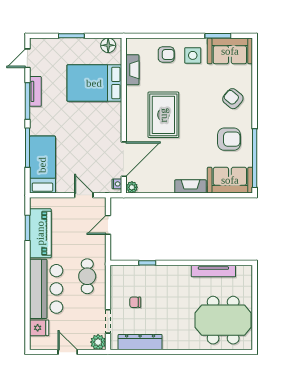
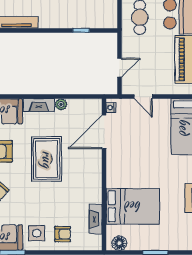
armchair: (166, 55) -> (63, 234), turned 180
rug: (163, 115) -> (47, 159), moved
plant: (132, 187) -> (61, 104), moved

